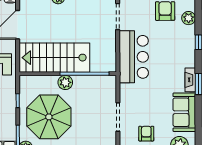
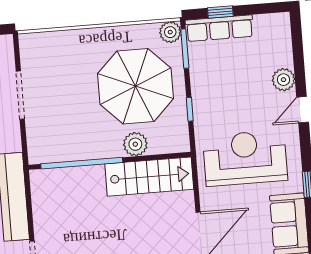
stairs: (54, 58) -> (149, 177), width x0.73, depth x0.66
plant: (65, 82) -> (135, 144), moved

